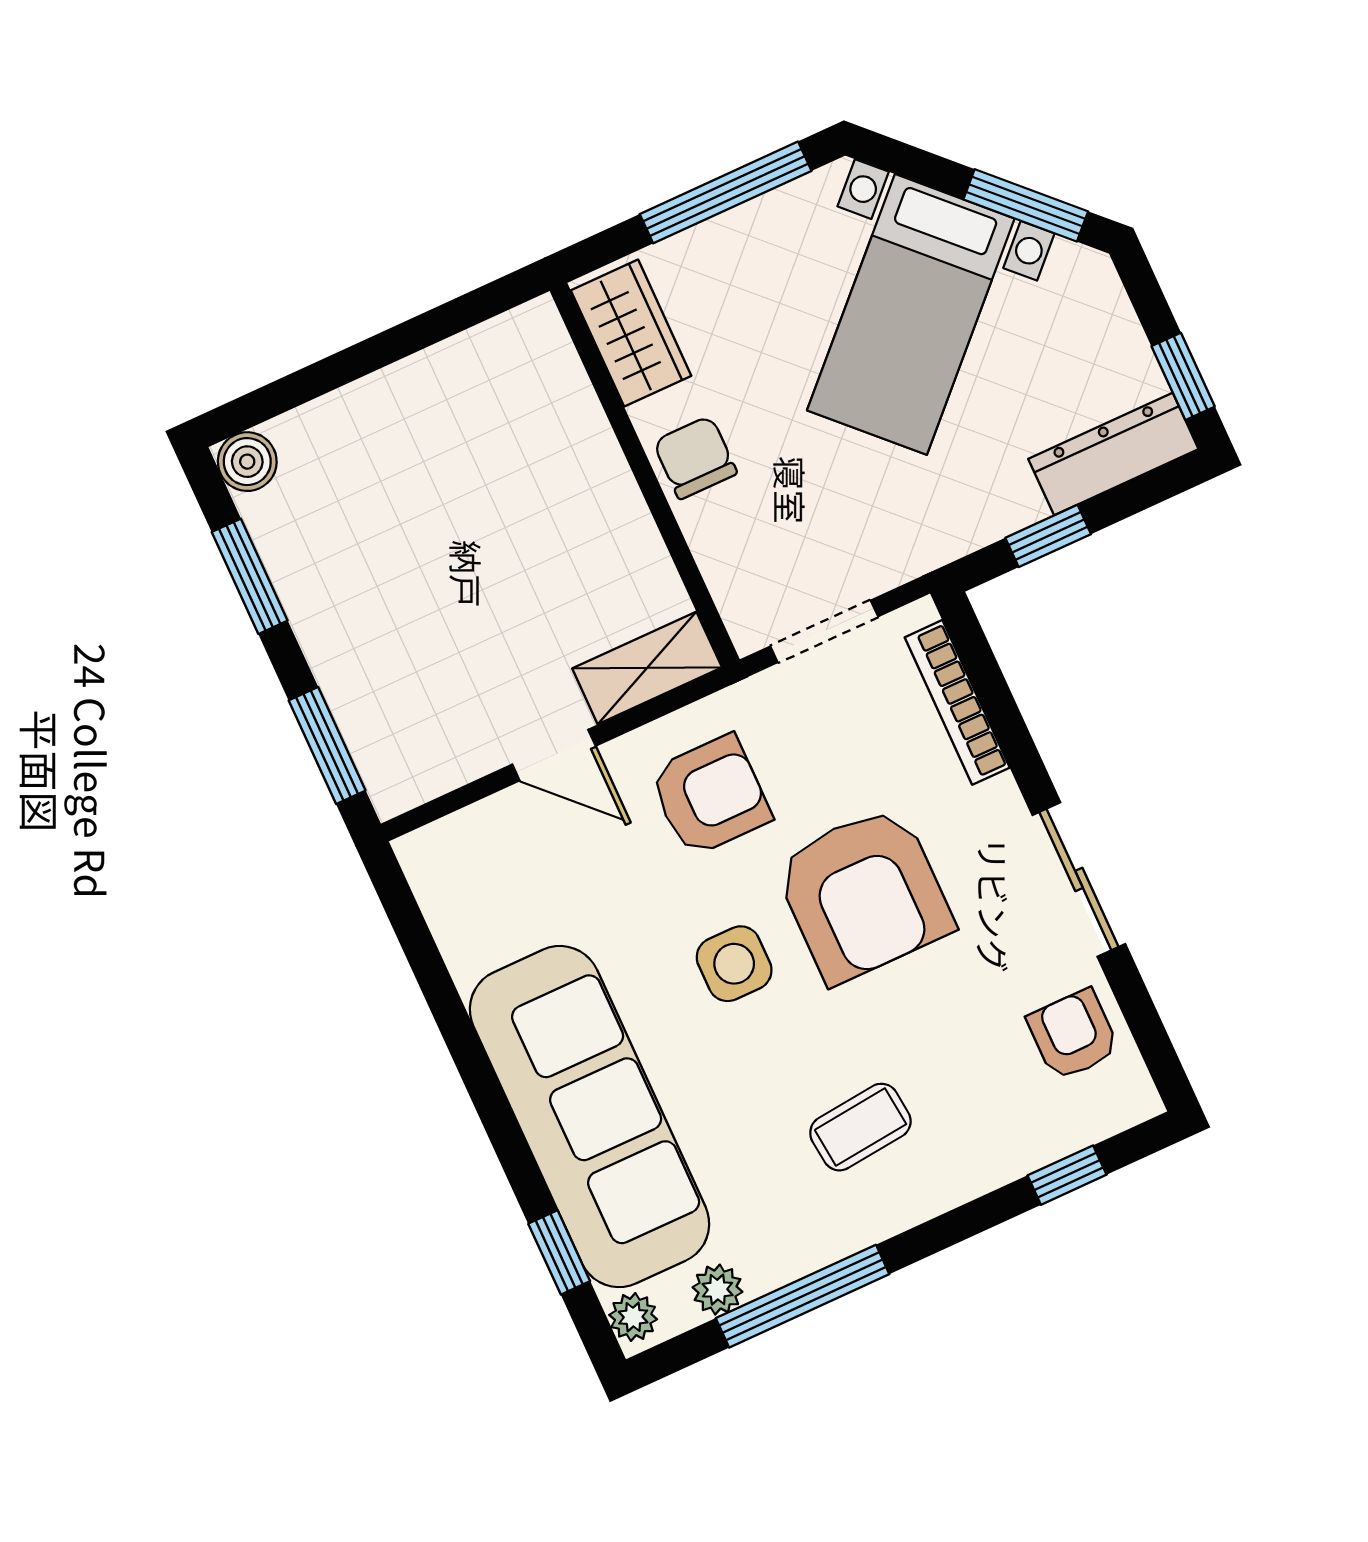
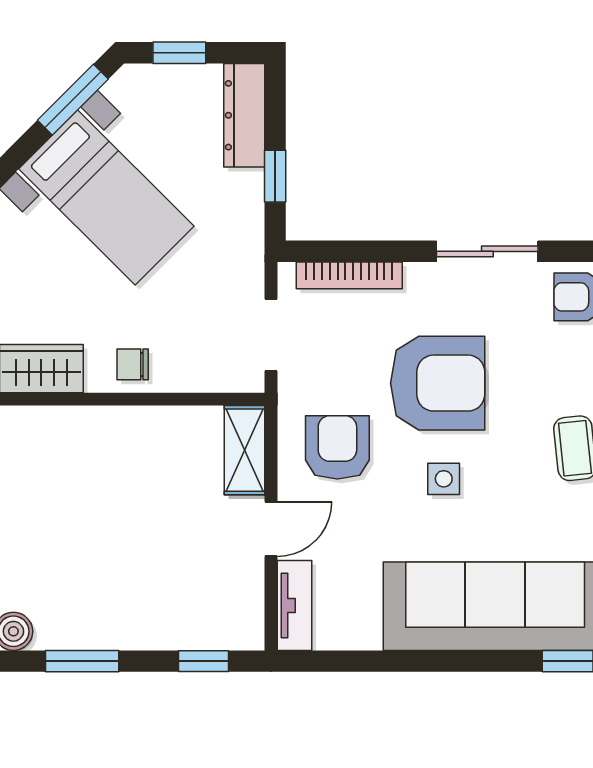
window: (1183, 376) -> (179, 53), moved
chair: (695, 457) -> (133, 364), width x0.73, depth x0.73
window: (327, 745) -> (204, 661), width x0.67
tv unit: (463, 837) -> (294, 605), added
side table: (734, 964) -> (444, 479), width x0.73, depth x0.73

